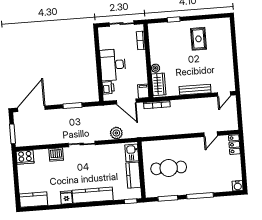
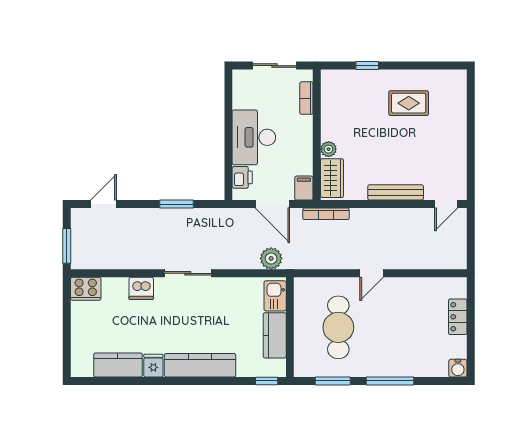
rug: (198, 39) -> (409, 103), turned 90
door: (31, 109) -> (103, 204), width x0.53
plant: (116, 133) -> (271, 258), moved
door: (211, 134) -> (372, 273), moved
locker: (234, 145) -> (458, 317), moved
cafe table: (169, 168) -> (338, 327), turned 90
kitchen counter: (33, 200) -> (118, 365), moved

